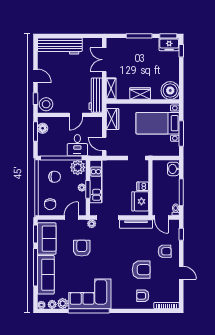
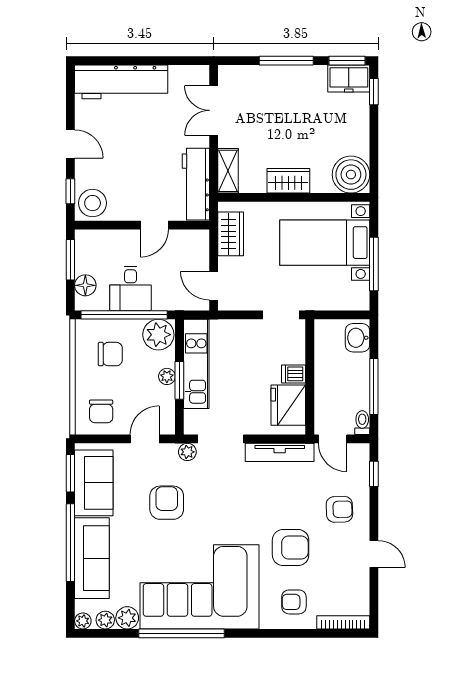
floor lamp: (43, 128) -> (85, 285), moved
desk: (77, 145) -> (131, 288), moved
corner sofa: (90, 294) -> (199, 587), width x1.36, depth x1.36

